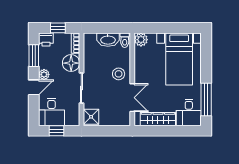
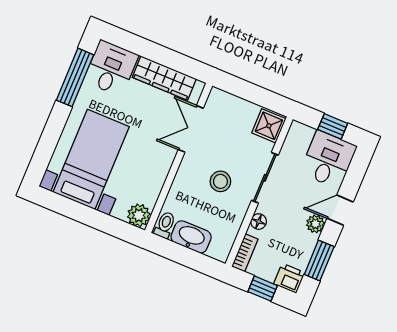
floor lamp: (71, 63) -> (259, 222), width x0.53, depth x0.53
stool: (119, 74) -> (220, 181), moved

